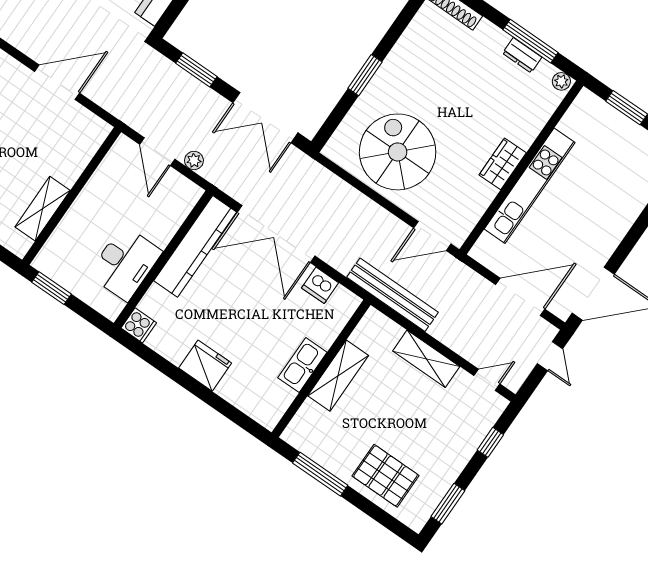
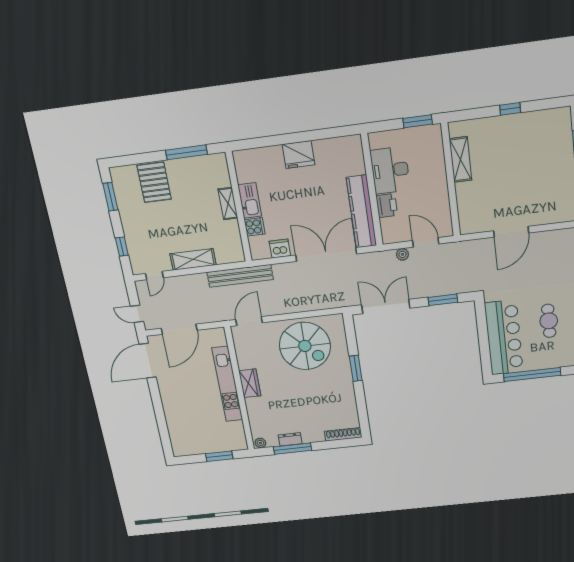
printer: (163, 229) -> (387, 206), added
cooker: (139, 325) -> (255, 227), moved, turned 180
shelving: (338, 376) -> (228, 204), width x0.67, depth x0.75
pallet: (386, 476) -> (154, 182), turned 90

